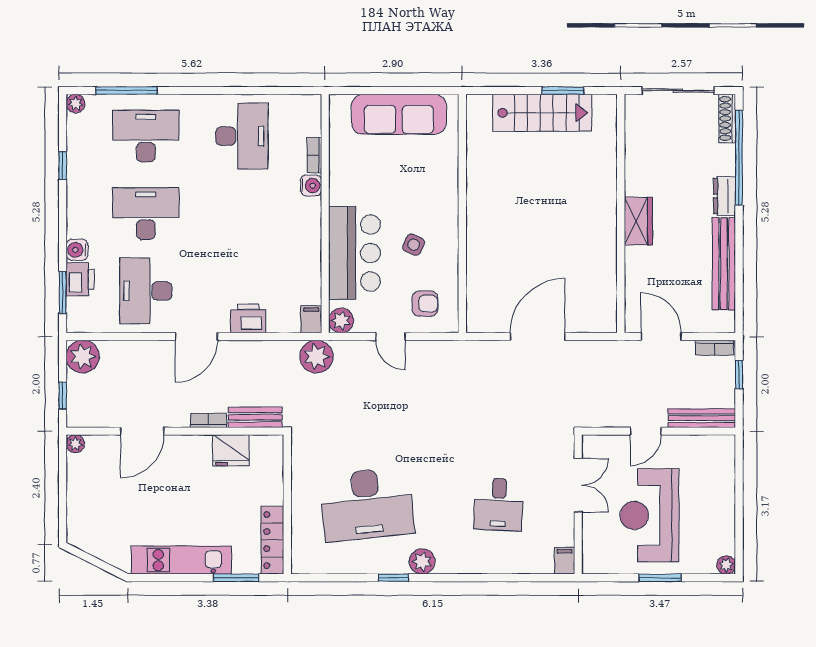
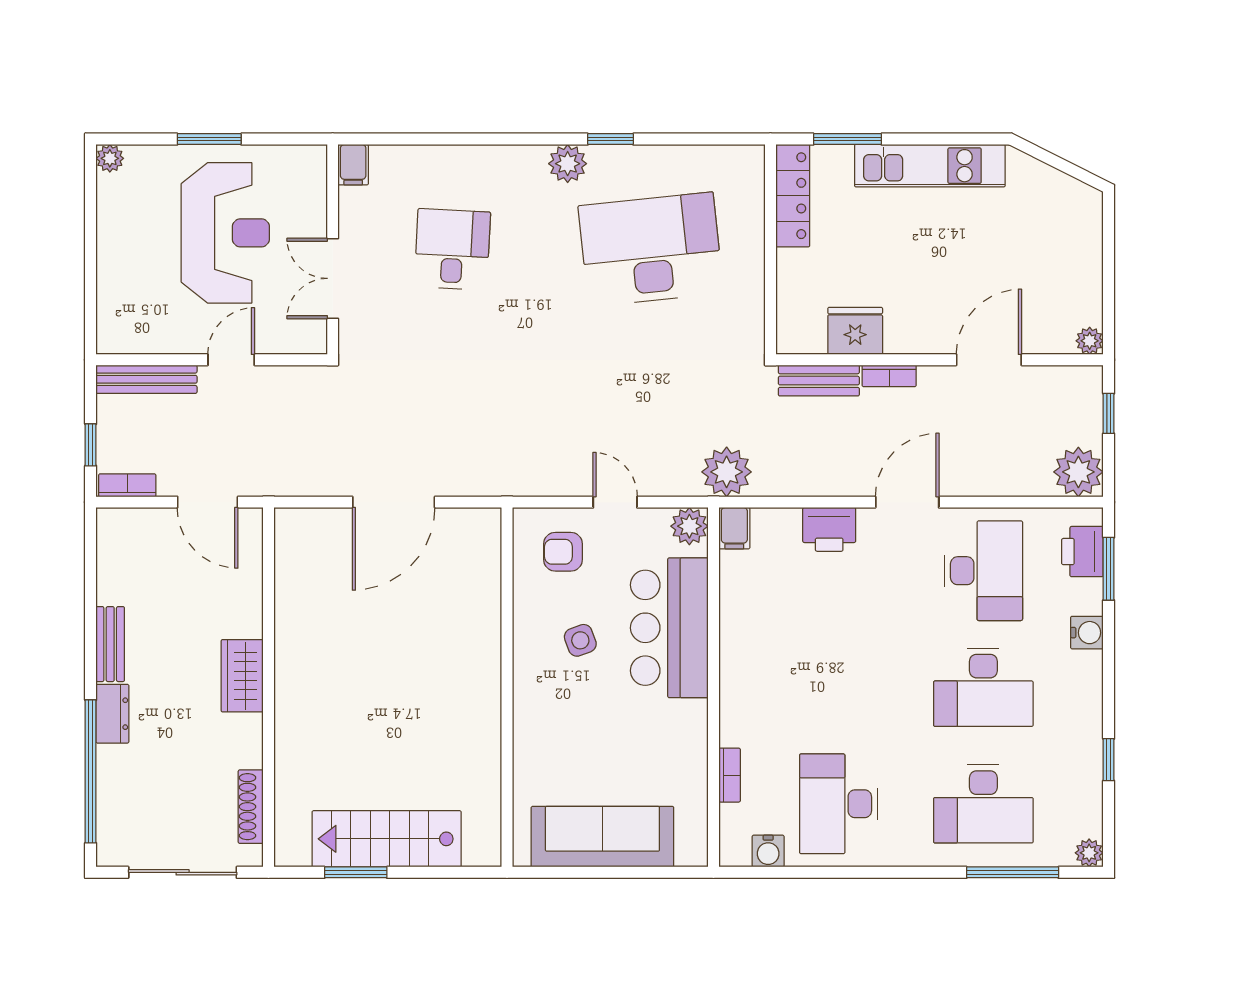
shoe rack: (727, 119) -> (251, 807), moved, turned 180
water cooler: (311, 186) -> (768, 851), moved, turned -90
side table: (414, 245) -> (580, 640), turned 45
bench: (724, 264) -> (110, 644), width x0.54, depth x0.82
printer: (80, 279) -> (1082, 552), moved

